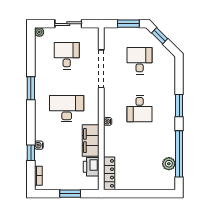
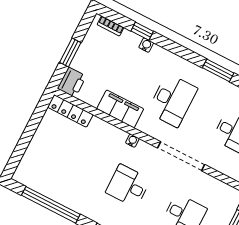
doorway: (101, 69) -> (181, 156), moved
plant: (169, 164) -> (45, 187), removed
printer: (91, 167) -> (72, 82), moved, turned 90

